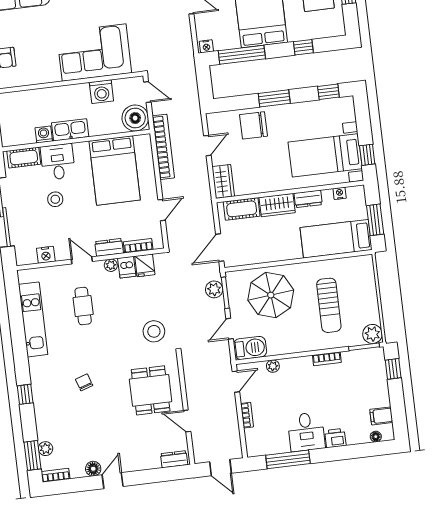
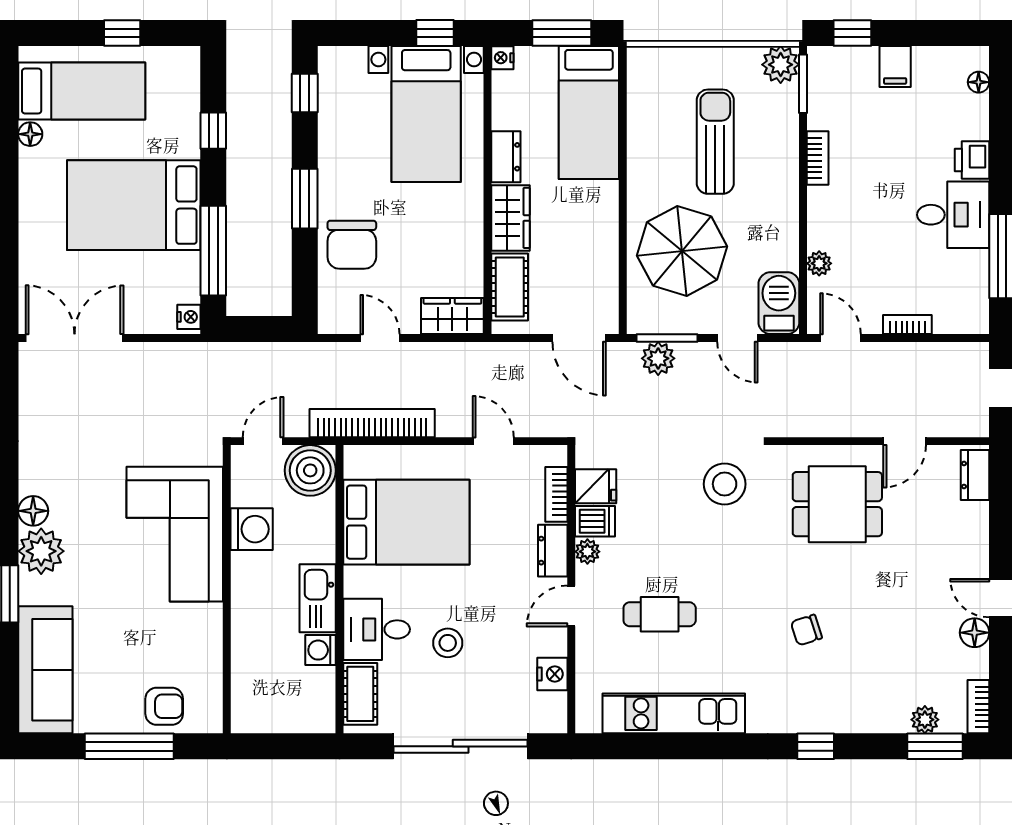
nightstand: (340, 193) -> (502, 58), moved
sun lounger: (329, 305) -> (715, 142), turned -90
filing cabinet: (381, 416) -> (895, 66), moved

